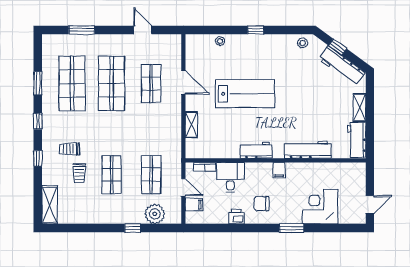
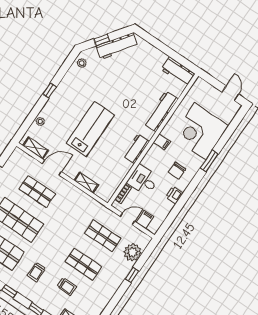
shelving: (359, 108) -> (36, 148), moved
trolley: (70, 149) -> (37, 272), moved
corner desk: (320, 206) -> (200, 131), width x1.36, depth x1.36

